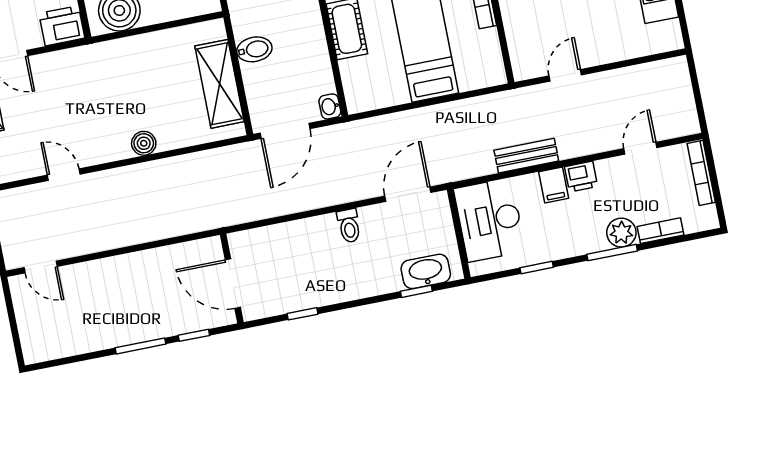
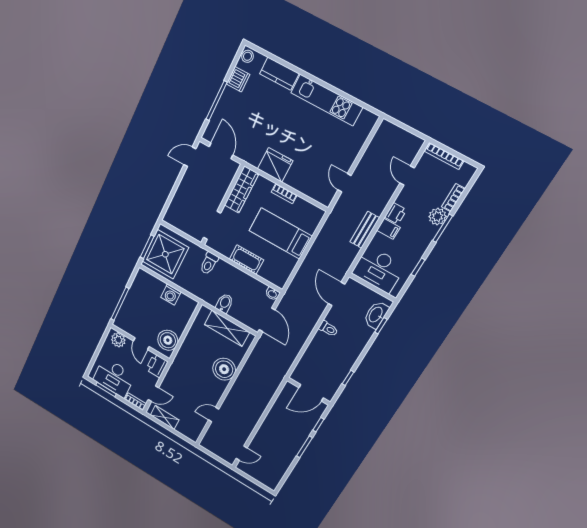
boiler: (144, 143) -> (224, 369), width x1.86, depth x1.86

